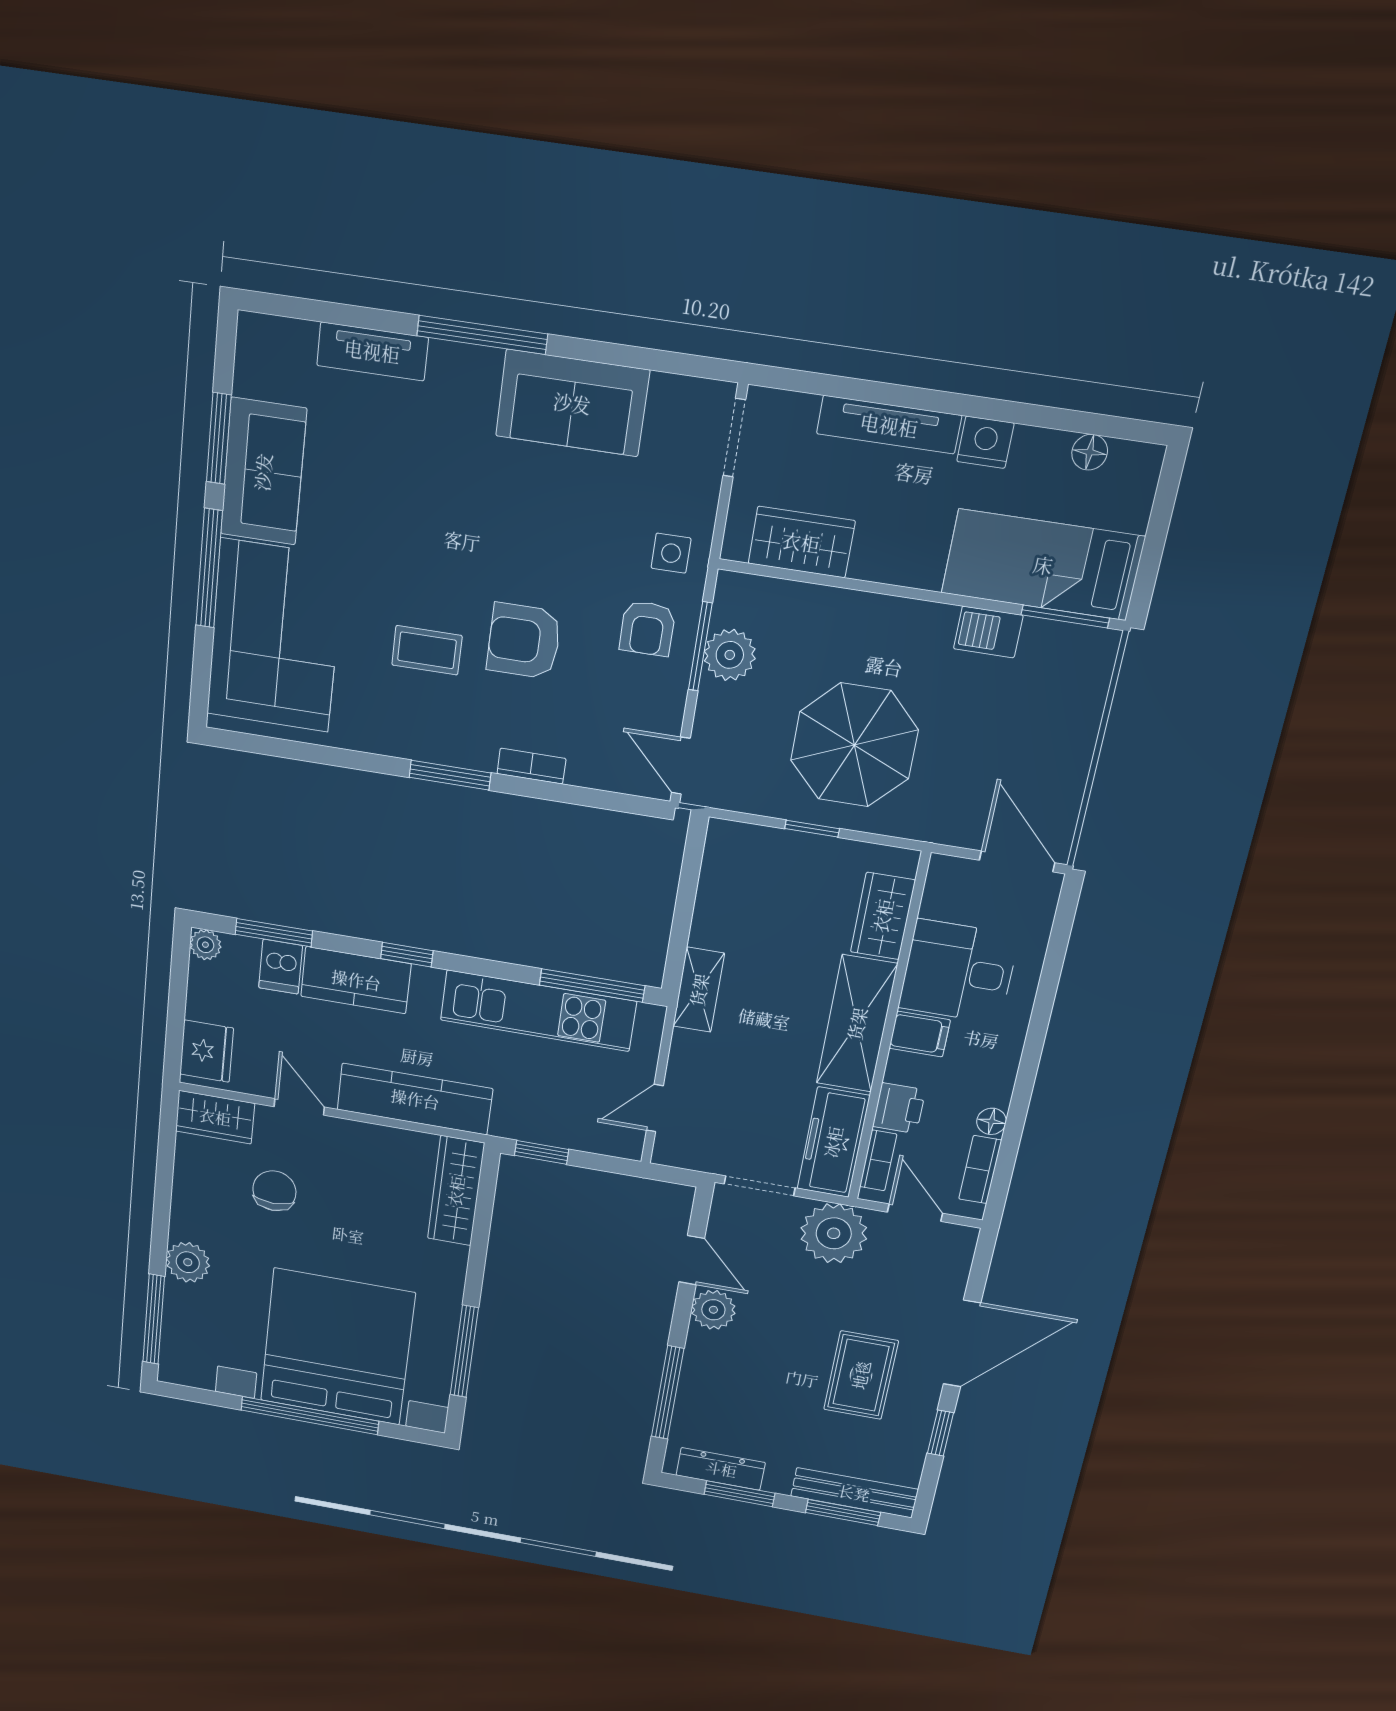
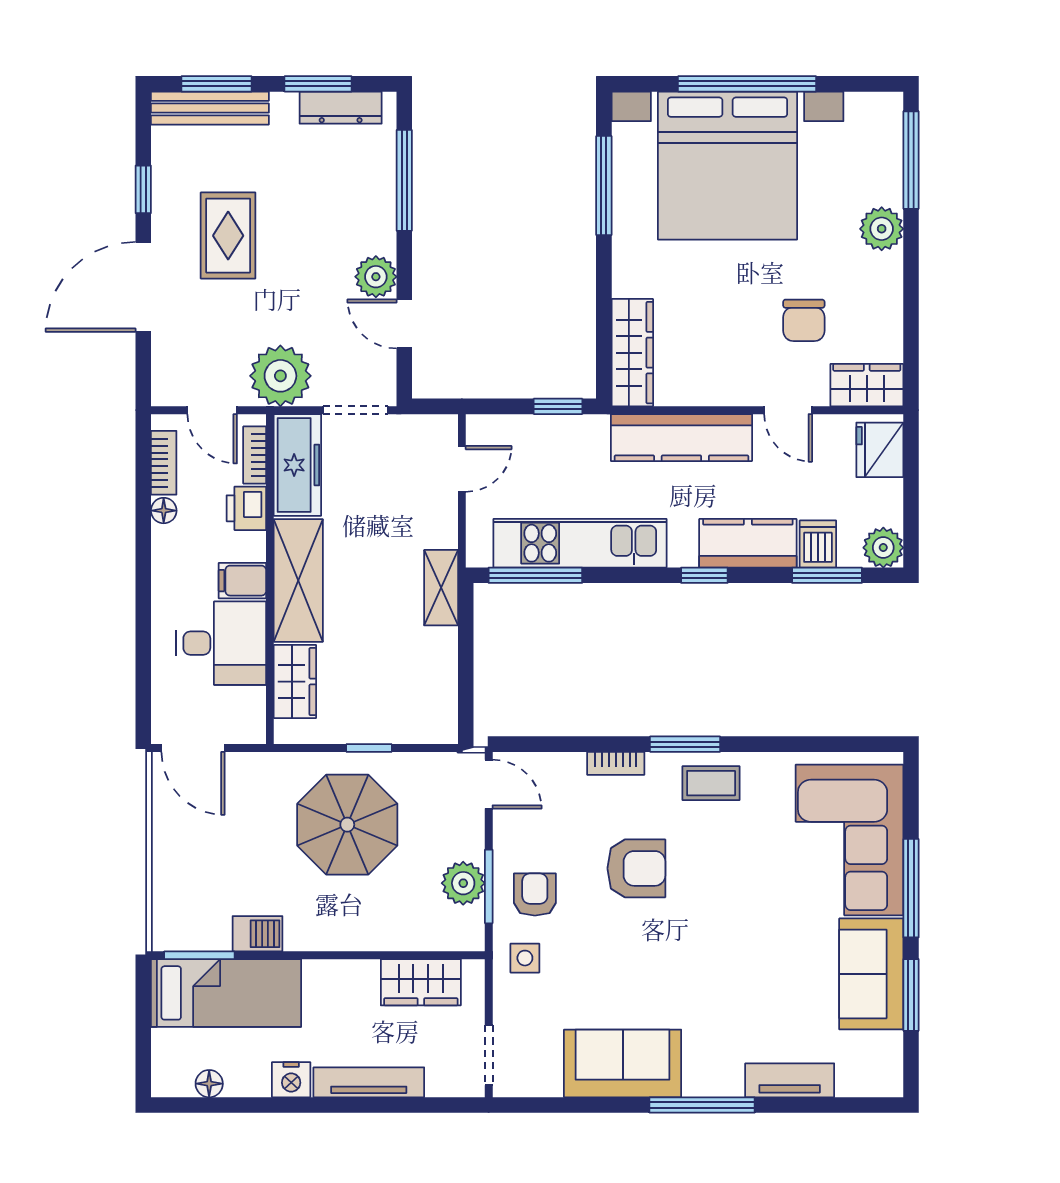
coffee table: (427, 650) -> (711, 783), moved
plant: (205, 945) -> (883, 548), width x1.38, depth x1.38

